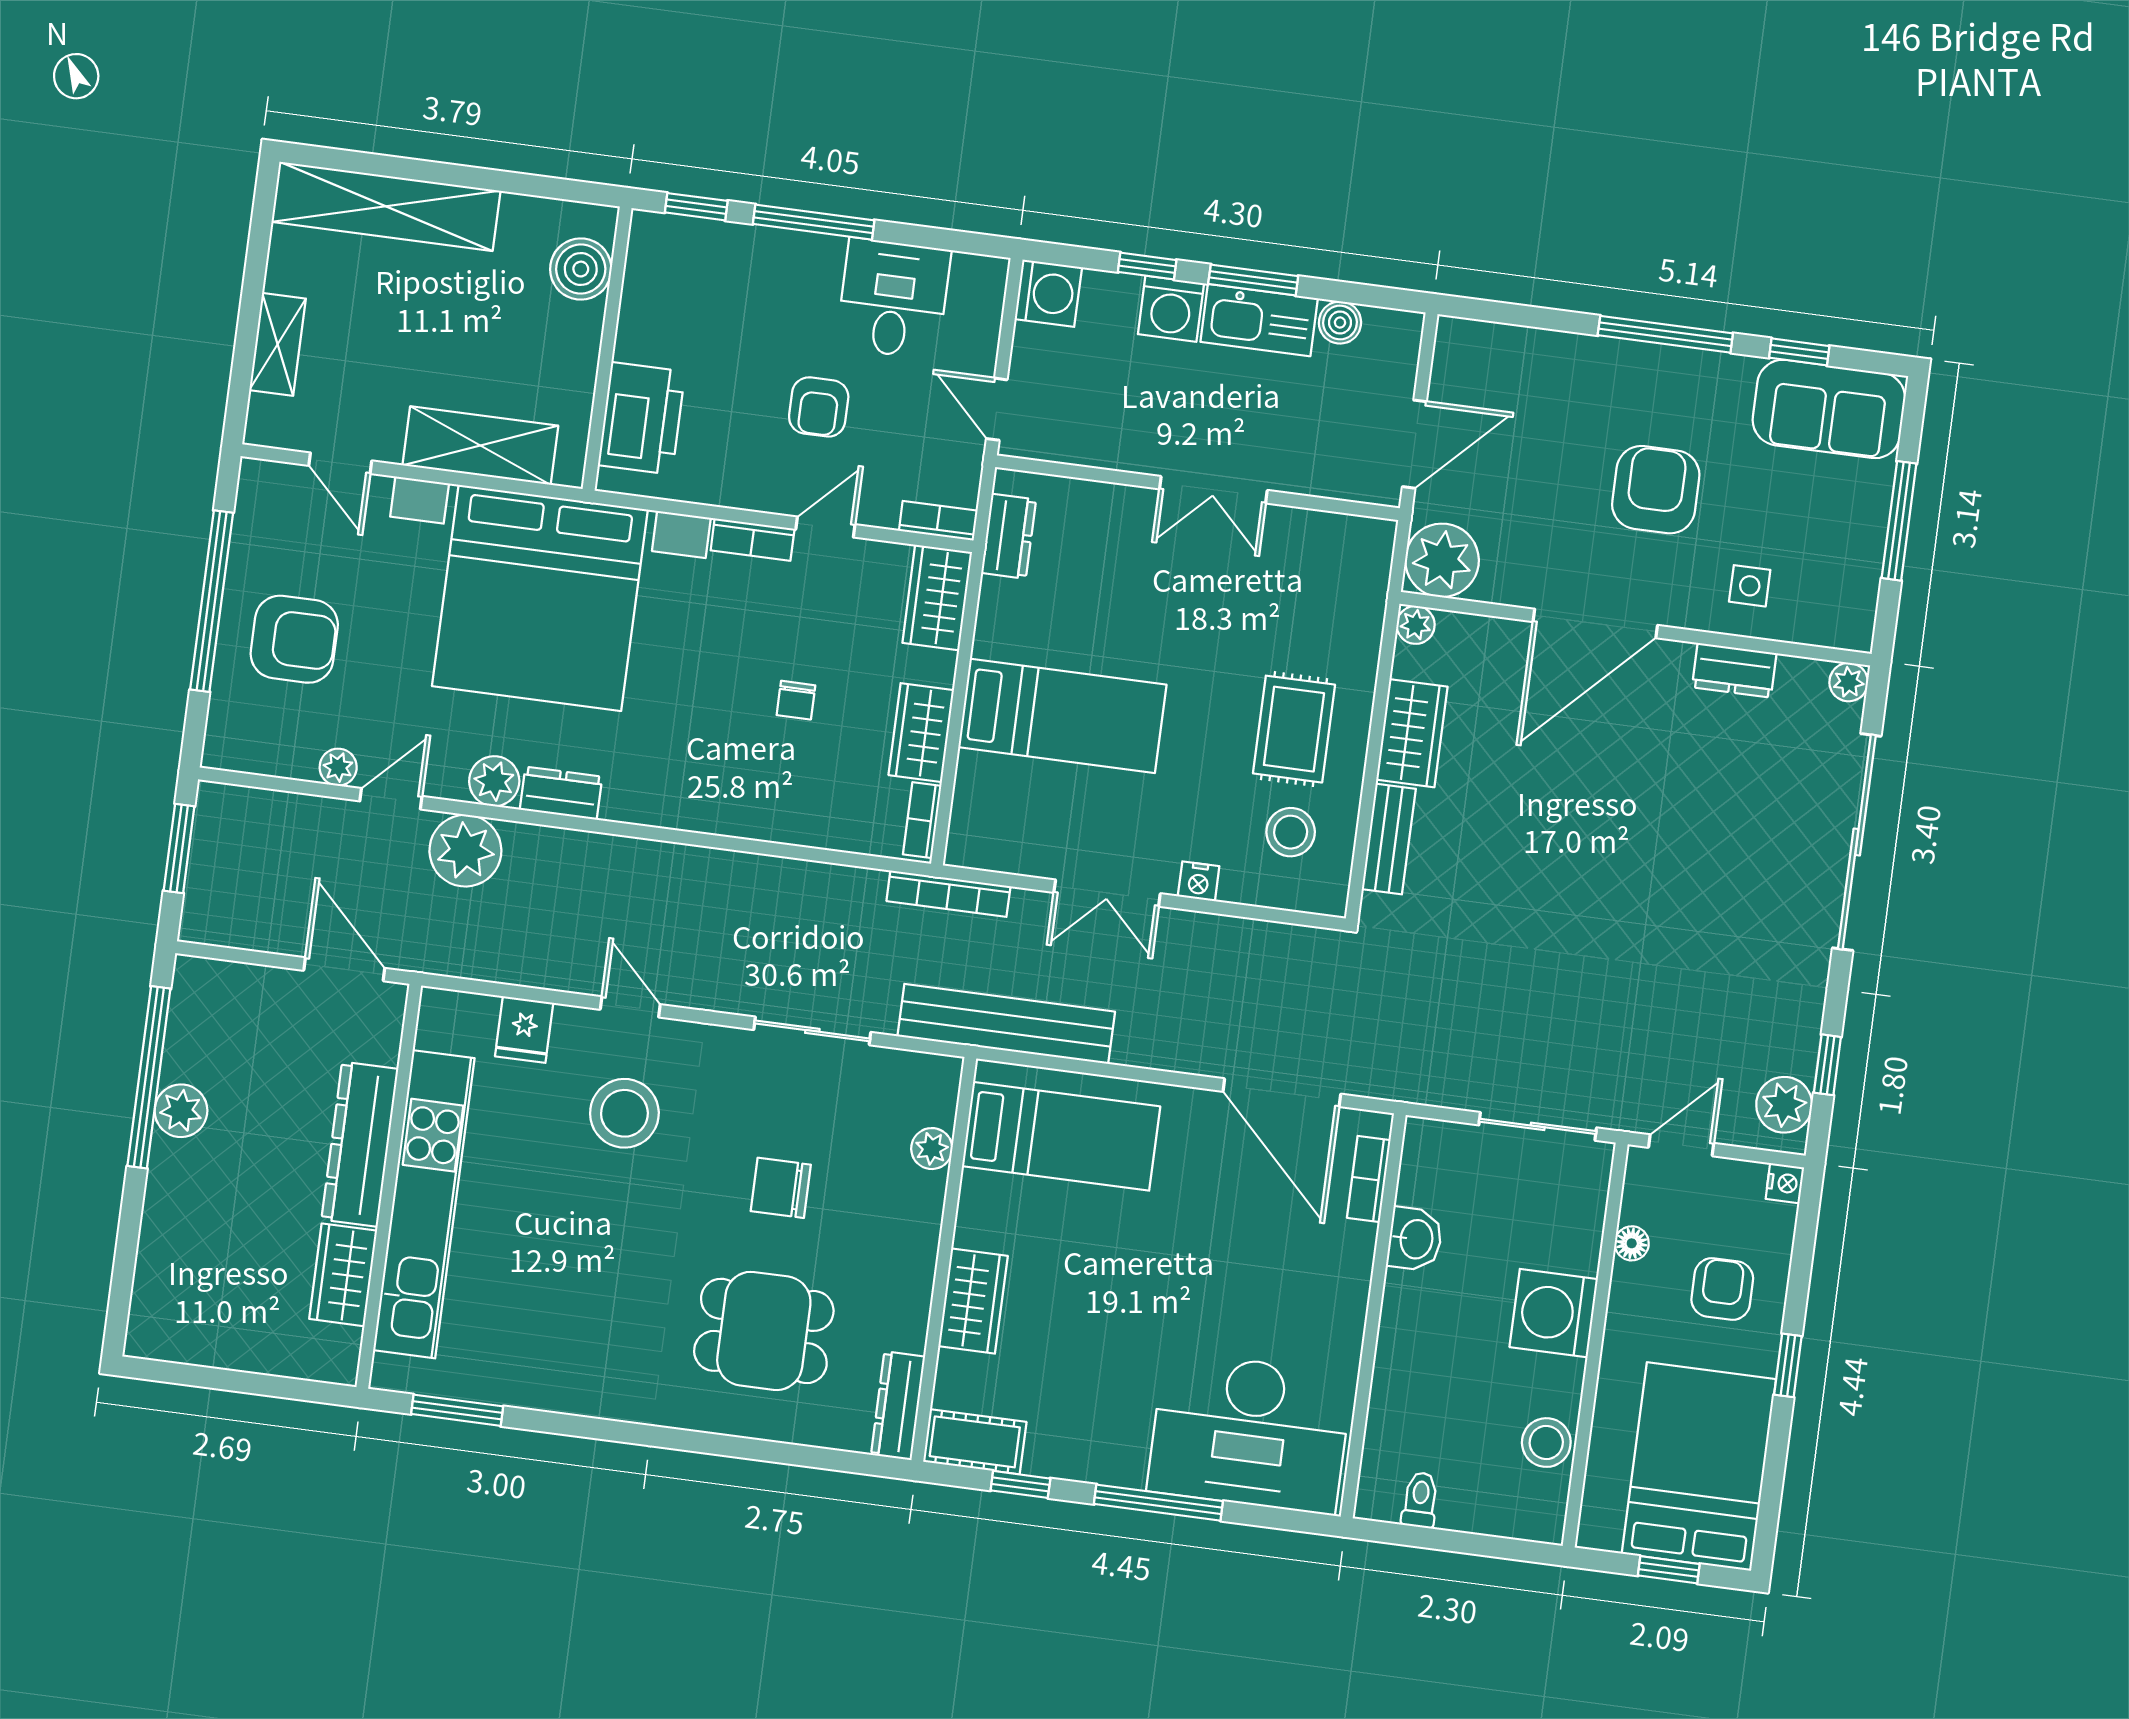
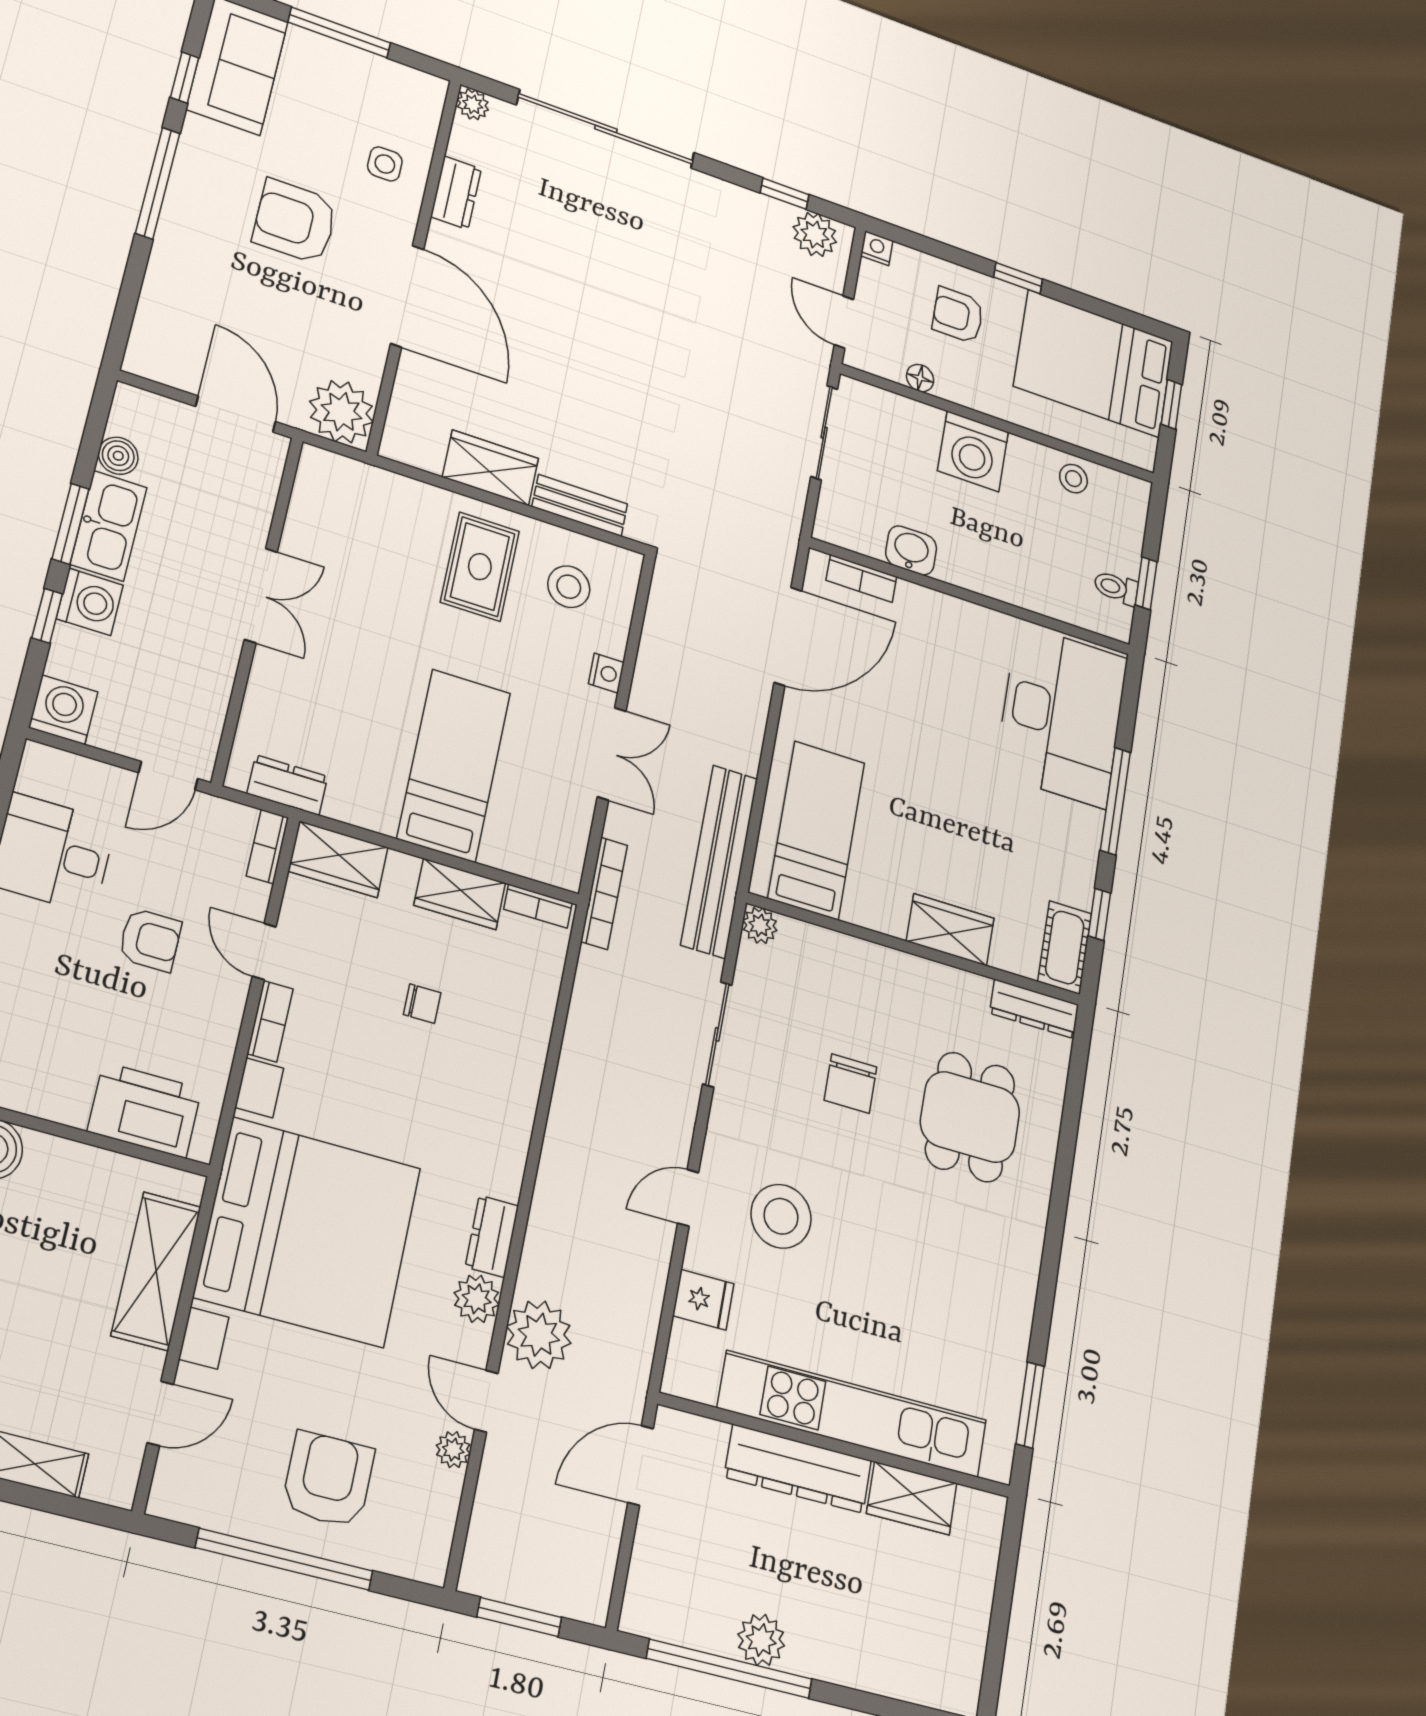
plant: (1416, 625) -> (396, 446), removed
rug: (1294, 729) -> (480, 567), turned 90
plant: (932, 1149) -> (760, 925), moved
stool: (1546, 1443) -> (1073, 479), width x0.73, depth x0.73
window: (1433, 1539) -> (1146, 583), added

